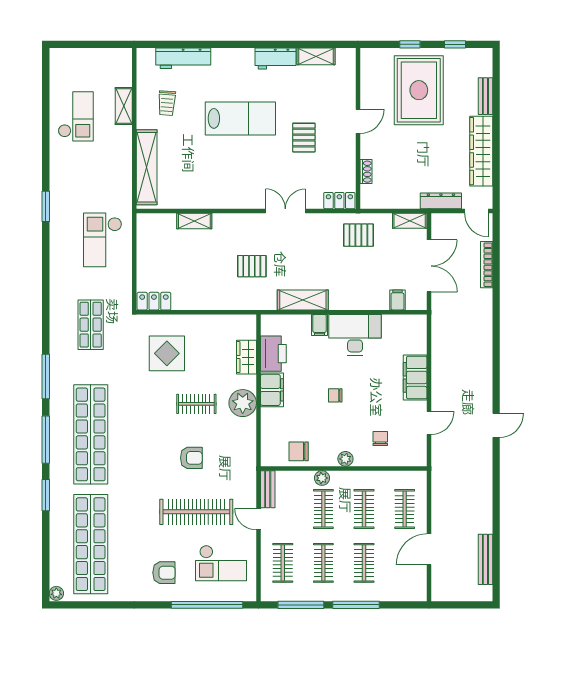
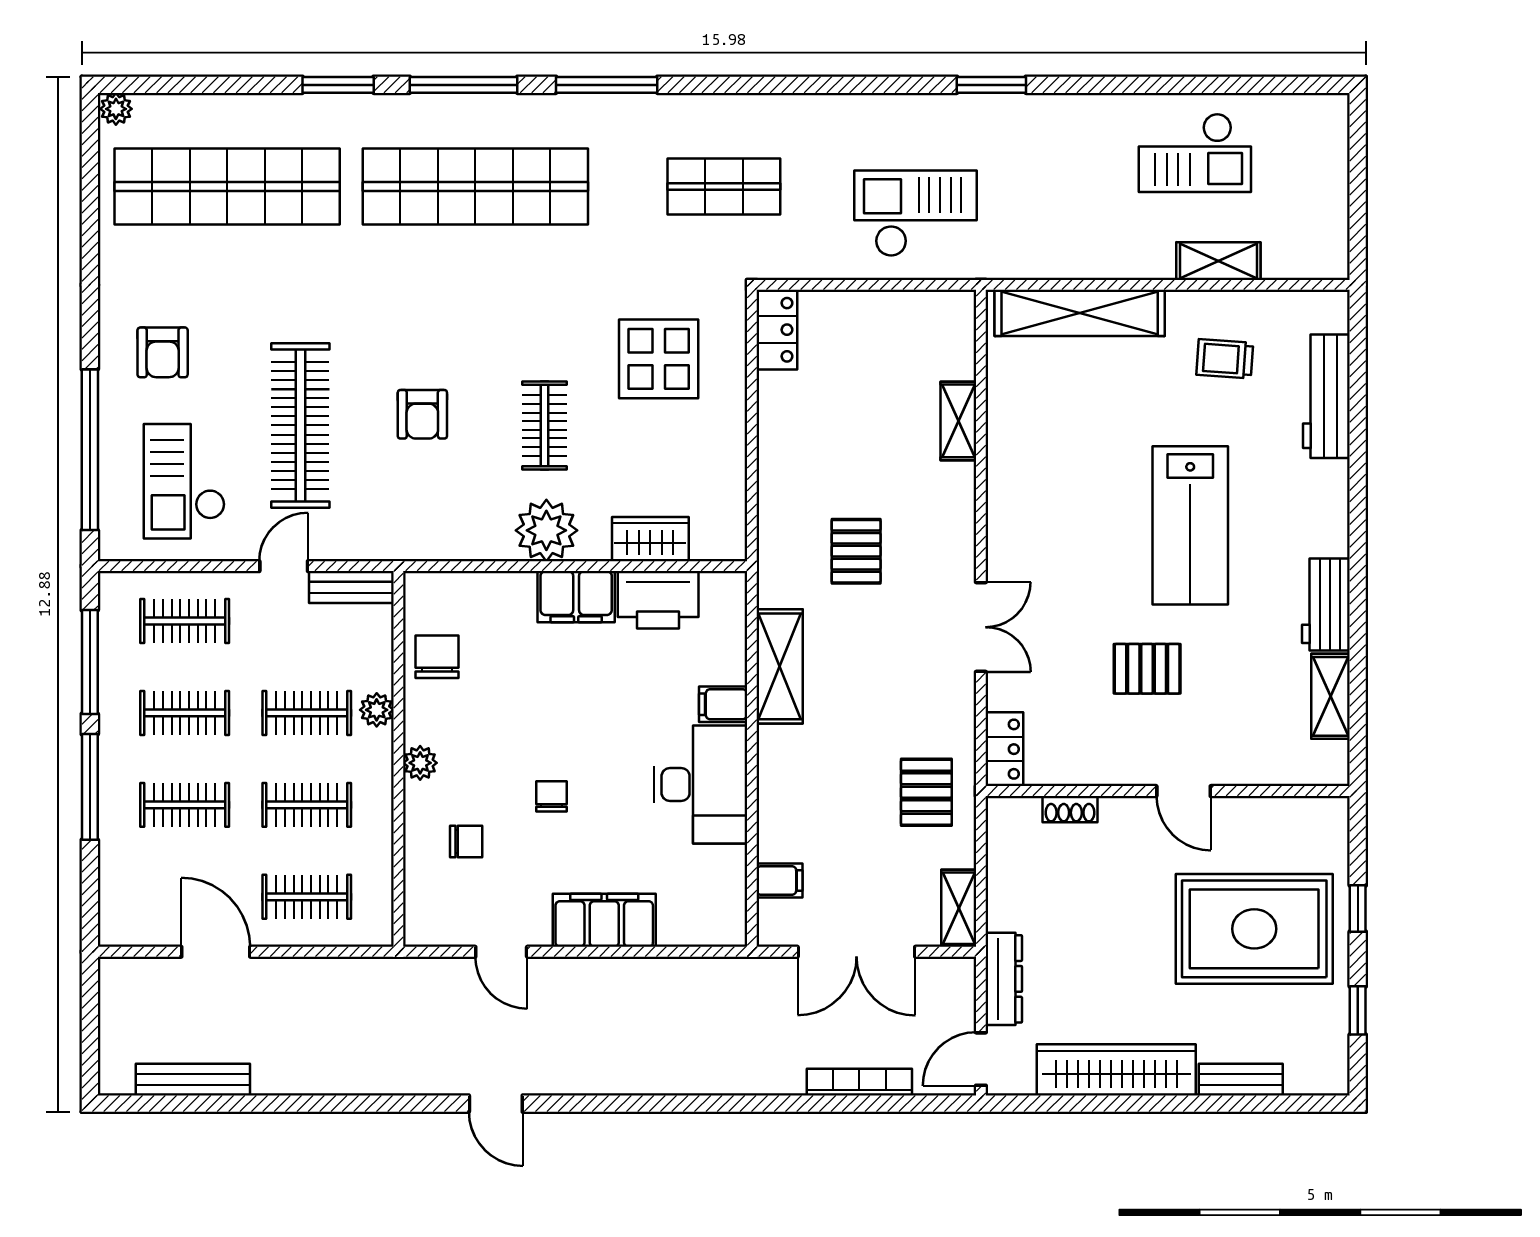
chair: (335, 395) -> (552, 796), moved

